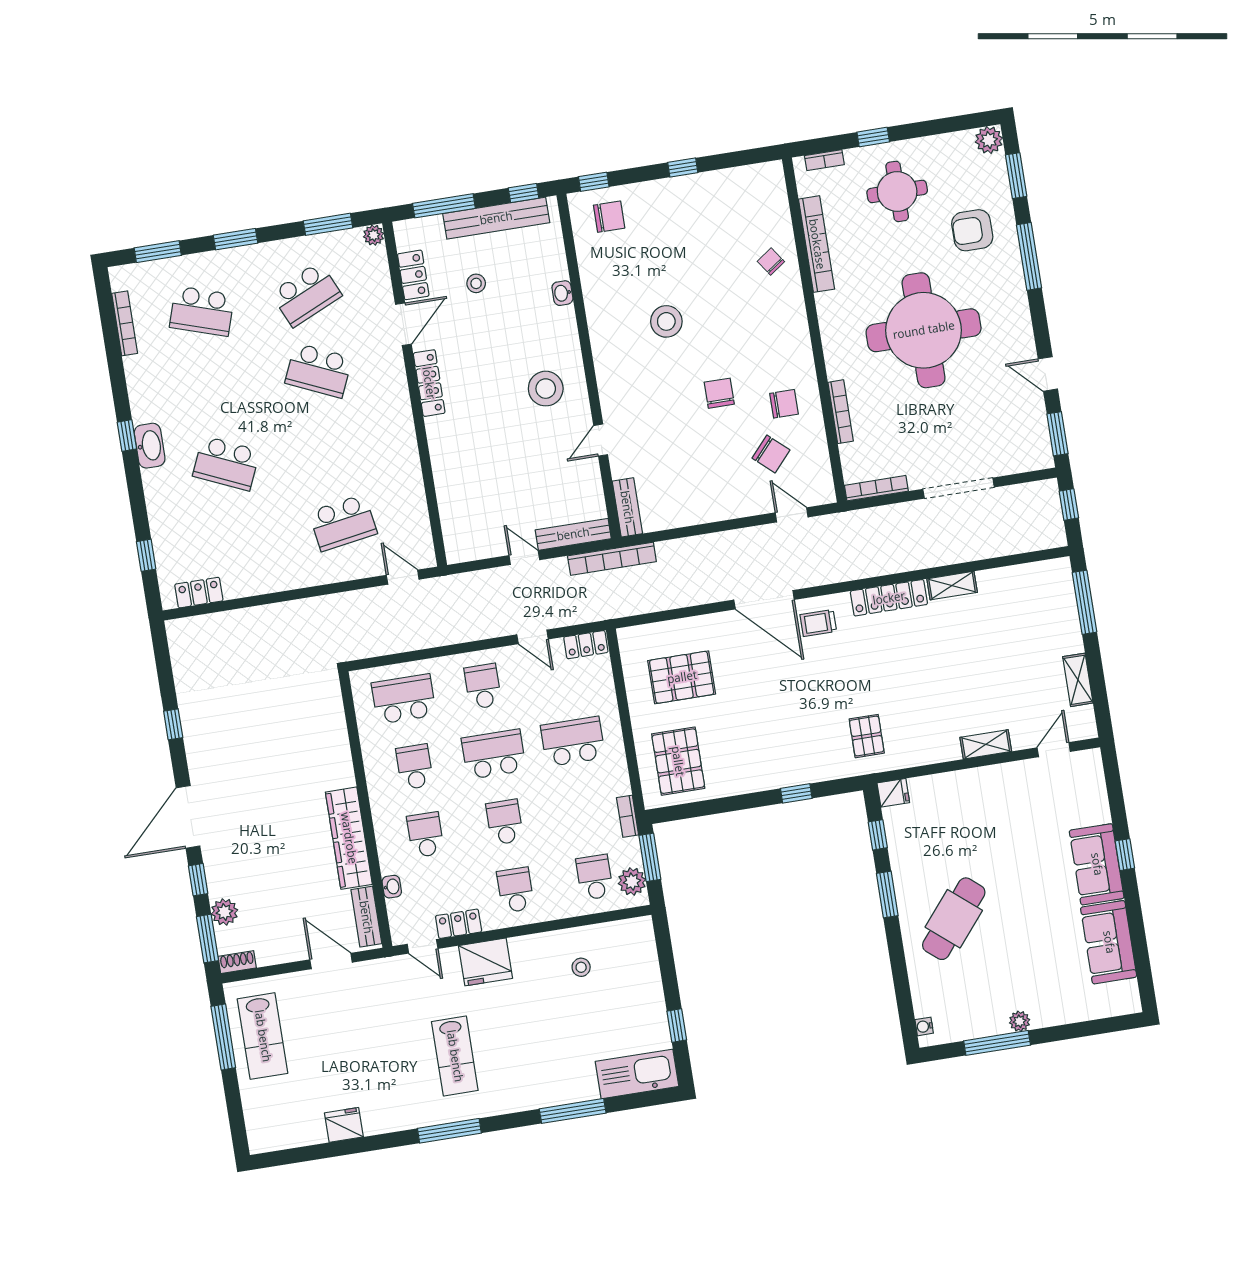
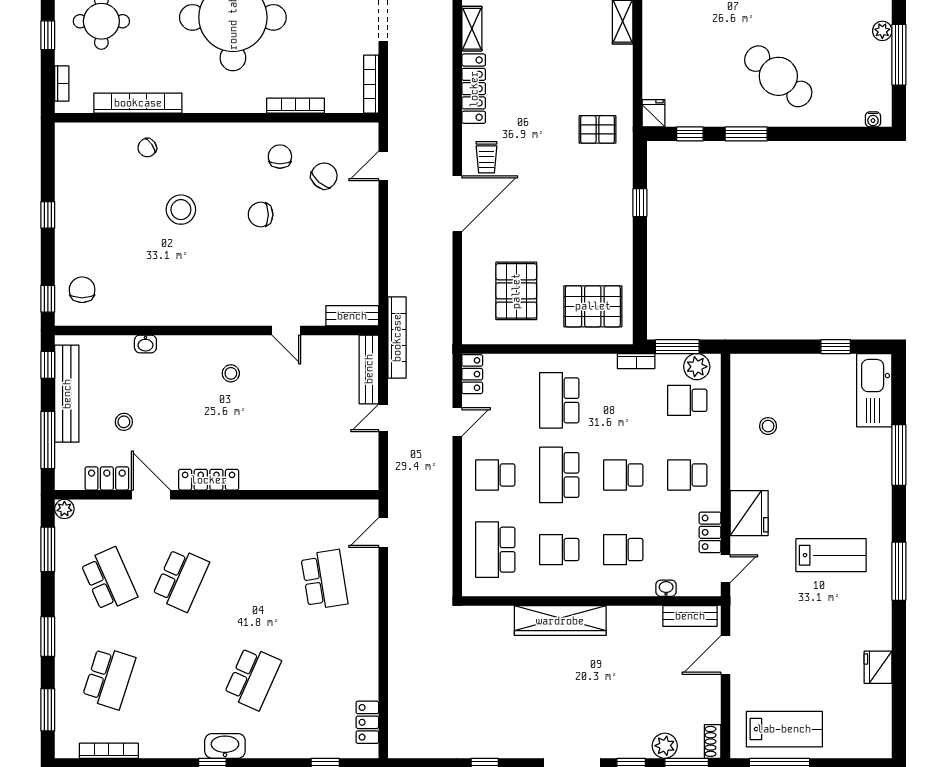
stool: (666, 321) -> (181, 210), moved
stool: (546, 389) -> (231, 373), width x0.53, depth x0.53
wardrobe: (349, 838) -> (560, 621), moved

